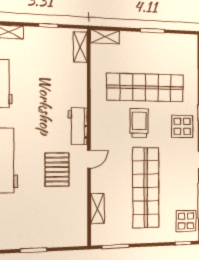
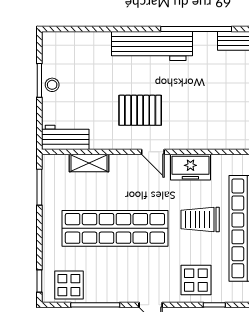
trolley: (139, 123) -> (200, 219), turned 180
workbench: (78, 126) -> (65, 137), moved
freezer: (100, 130) -> (190, 167), added
stool: (37, 240) -> (52, 85), added

